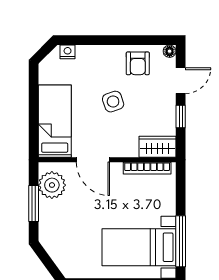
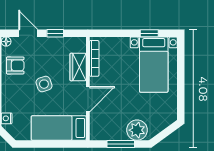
wardrobe: (157, 147) -> (78, 67), moved
plant: (52, 185) -> (137, 130), moved
window: (181, 241) -> (149, 33), width x0.46

